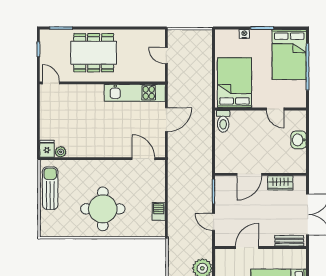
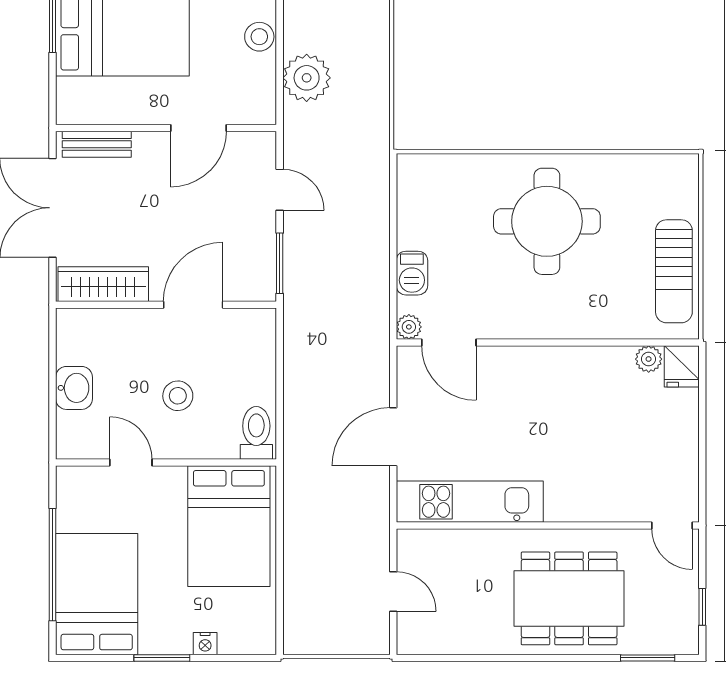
stool: (256, 137) -> (178, 396), added
plant: (160, 165) -> (409, 327), added
wardrobe: (280, 183) -> (103, 284), width x1.50
barbecue: (159, 211) -> (412, 273), moved

